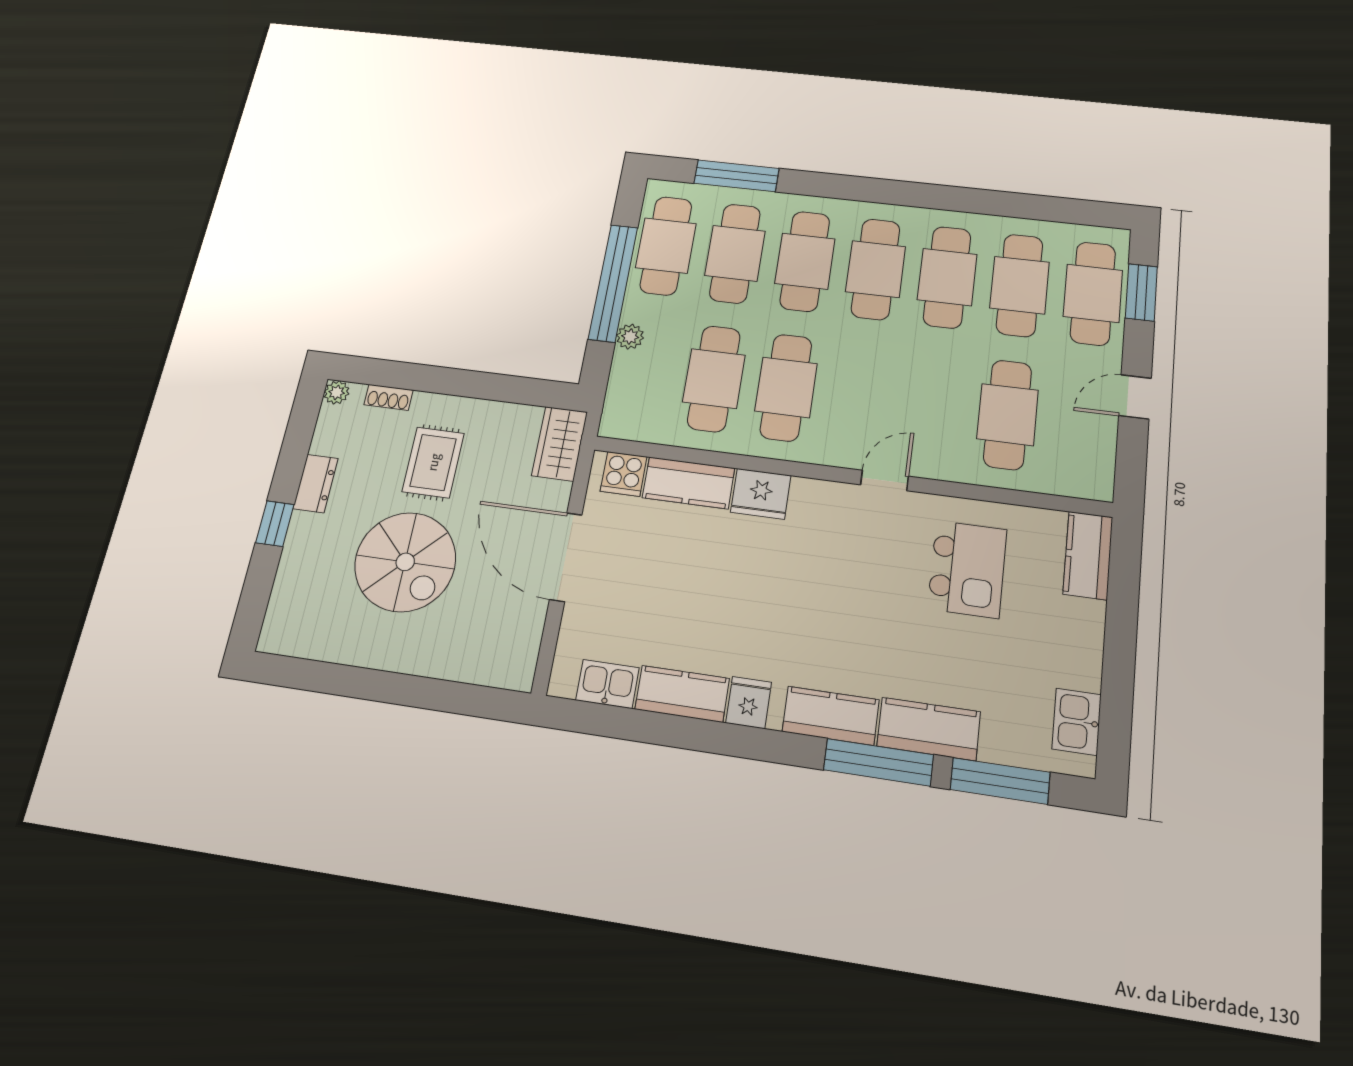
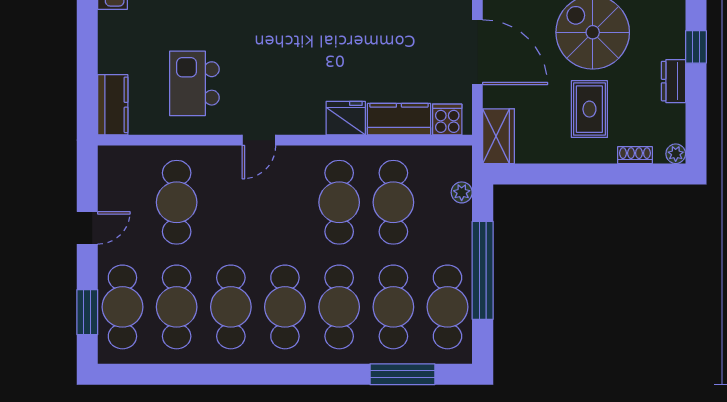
plant: (630, 337) -> (462, 192), moved

